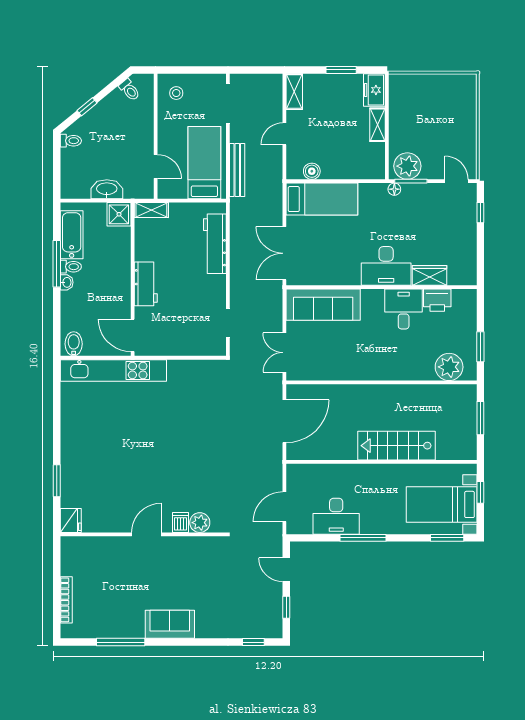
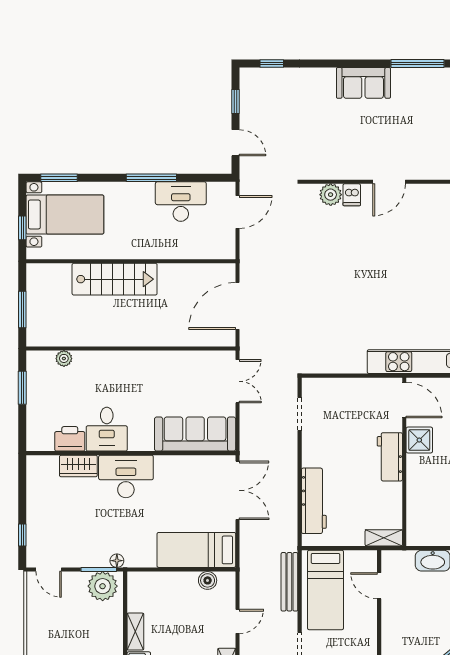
shower: (119, 214) -> (419, 440), moved
plant: (449, 367) -> (64, 358), width x0.53, depth x0.53

